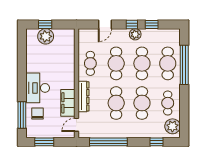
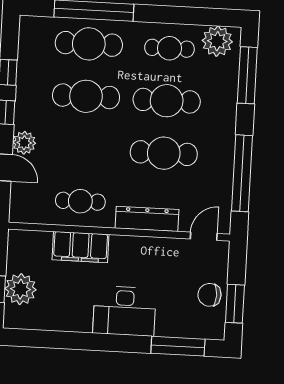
plant: (135, 34) -> (24, 143), moved
cafe table: (116, 63) -> (83, 149), removed
filing cabinet: (68, 103) -> (81, 247), moved
chair: (37, 114) -> (209, 295), moved
door: (76, 125) -> (204, 236), swing flipped
window: (157, 142) -> (247, 75), width x2.17

